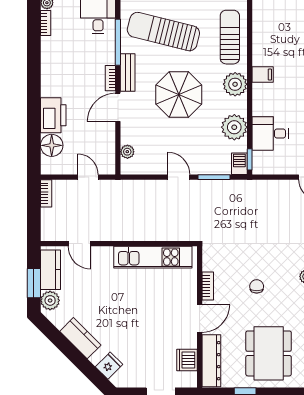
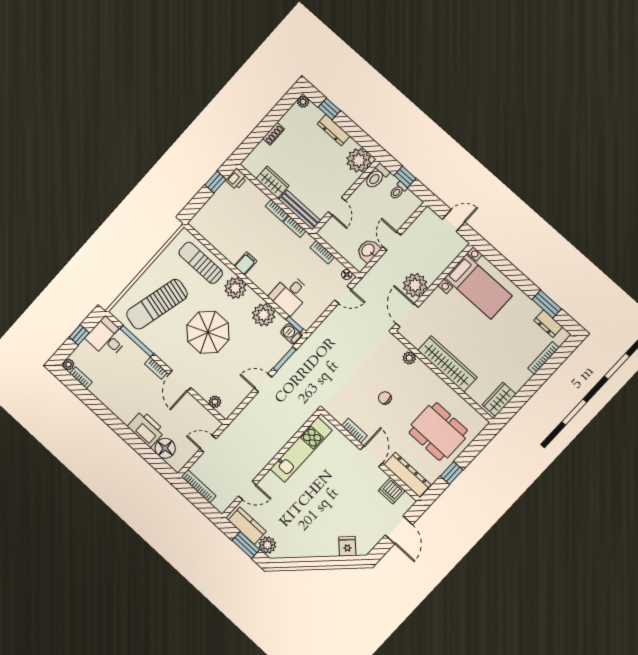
bench: (128, 72) -> (163, 353), removed
bookcase: (46, 193) -> (199, 486), width x1.56
kitchen counter: (80, 338) -> (311, 548), removed

